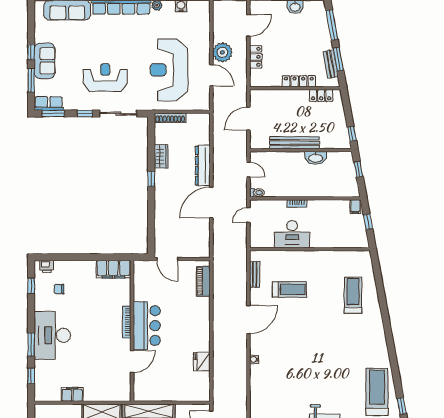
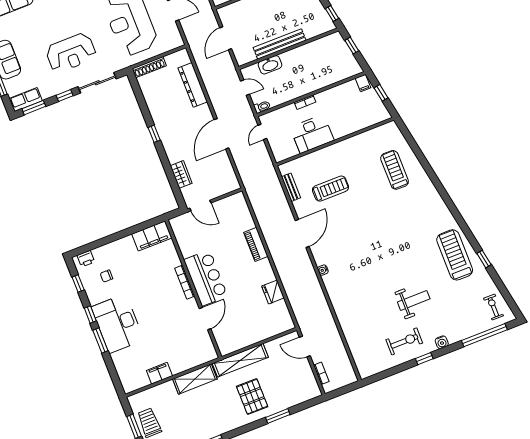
reception desk: (105, 78) -> (71, 53), turned 180
wardrobe: (161, 156) -> (181, 174), moved
washbasin: (316, 158) -> (270, 65), moved
dresser: (203, 166) -> (193, 85), moved
piano: (203, 281) -> (256, 244), moved
window: (31, 376) -> (90, 314), moved

